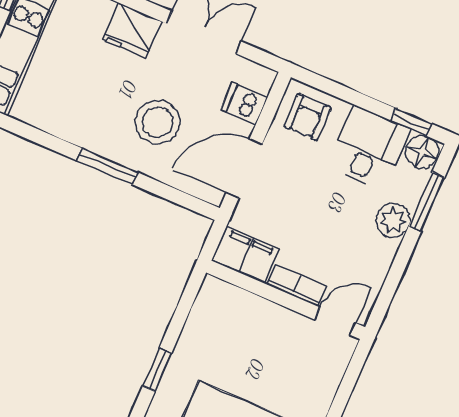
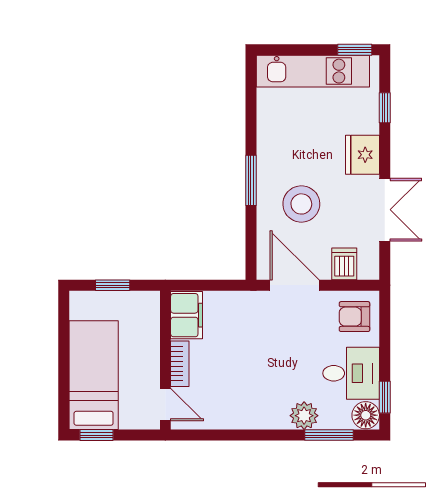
filing cabinet: (246, 255) -> (187, 315), moved
bookcase: (297, 286) -> (180, 364), moved
wall: (286, 300) -> (165, 360), moved
door: (335, 321) -> (165, 405), moved

